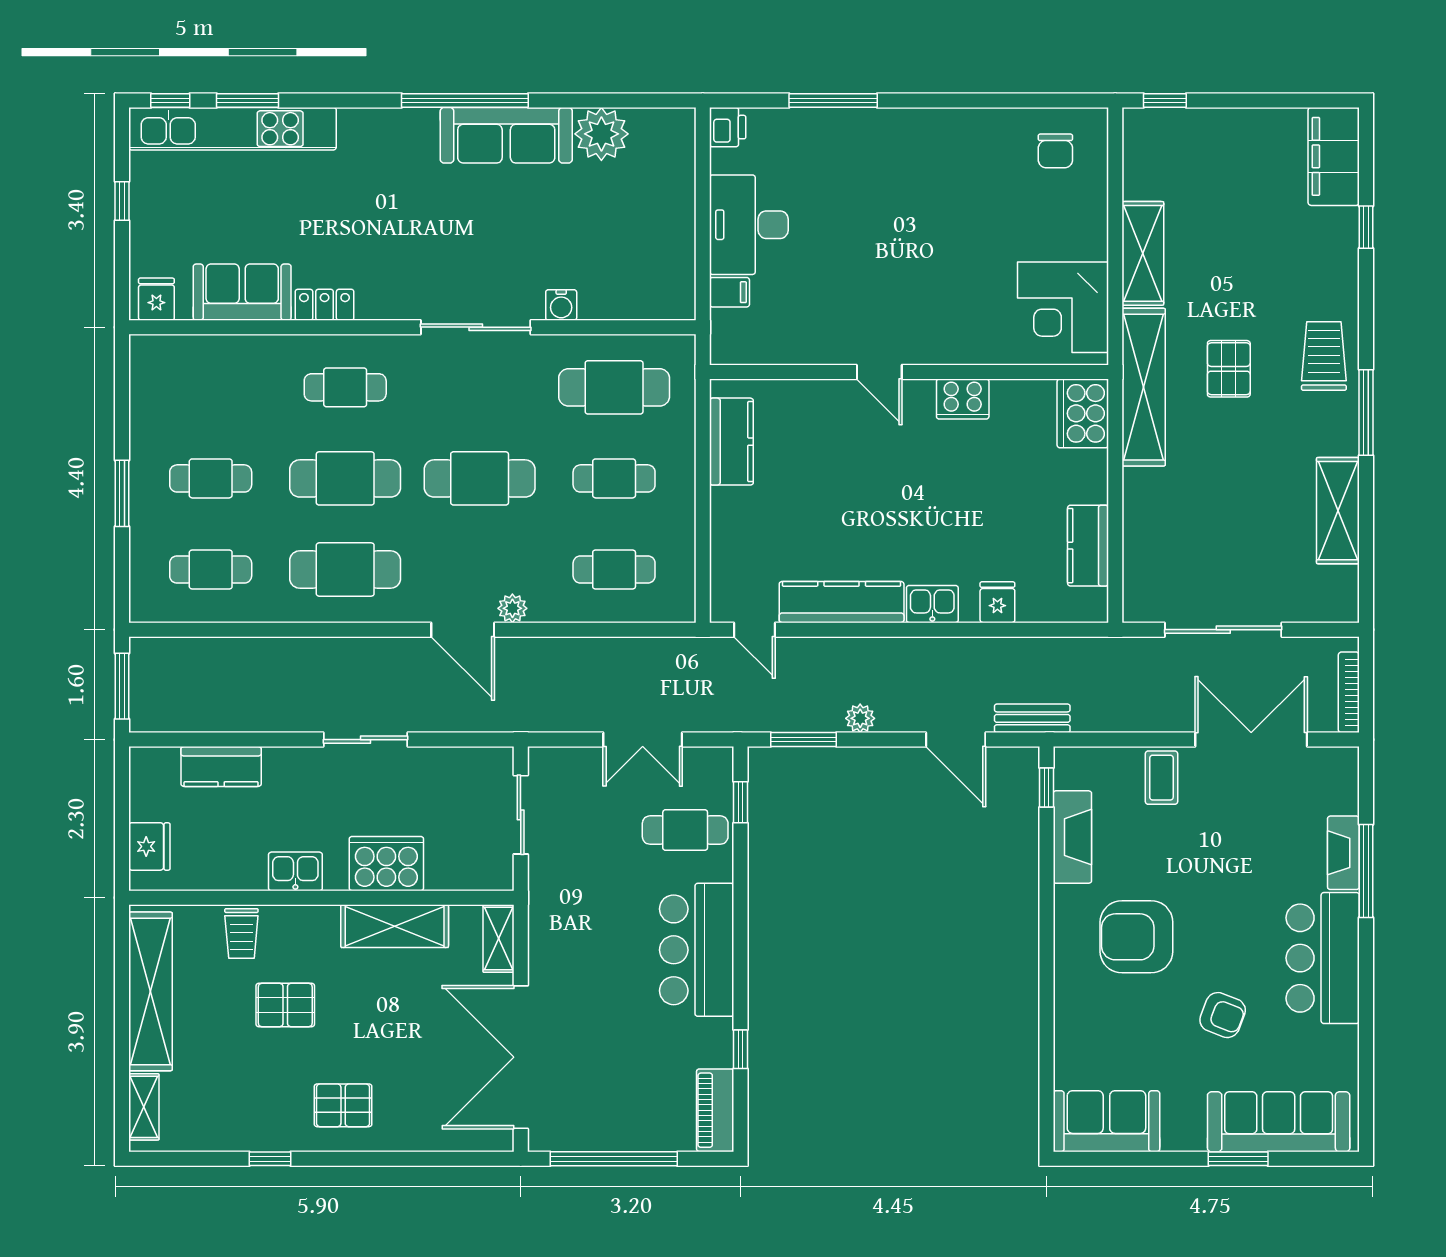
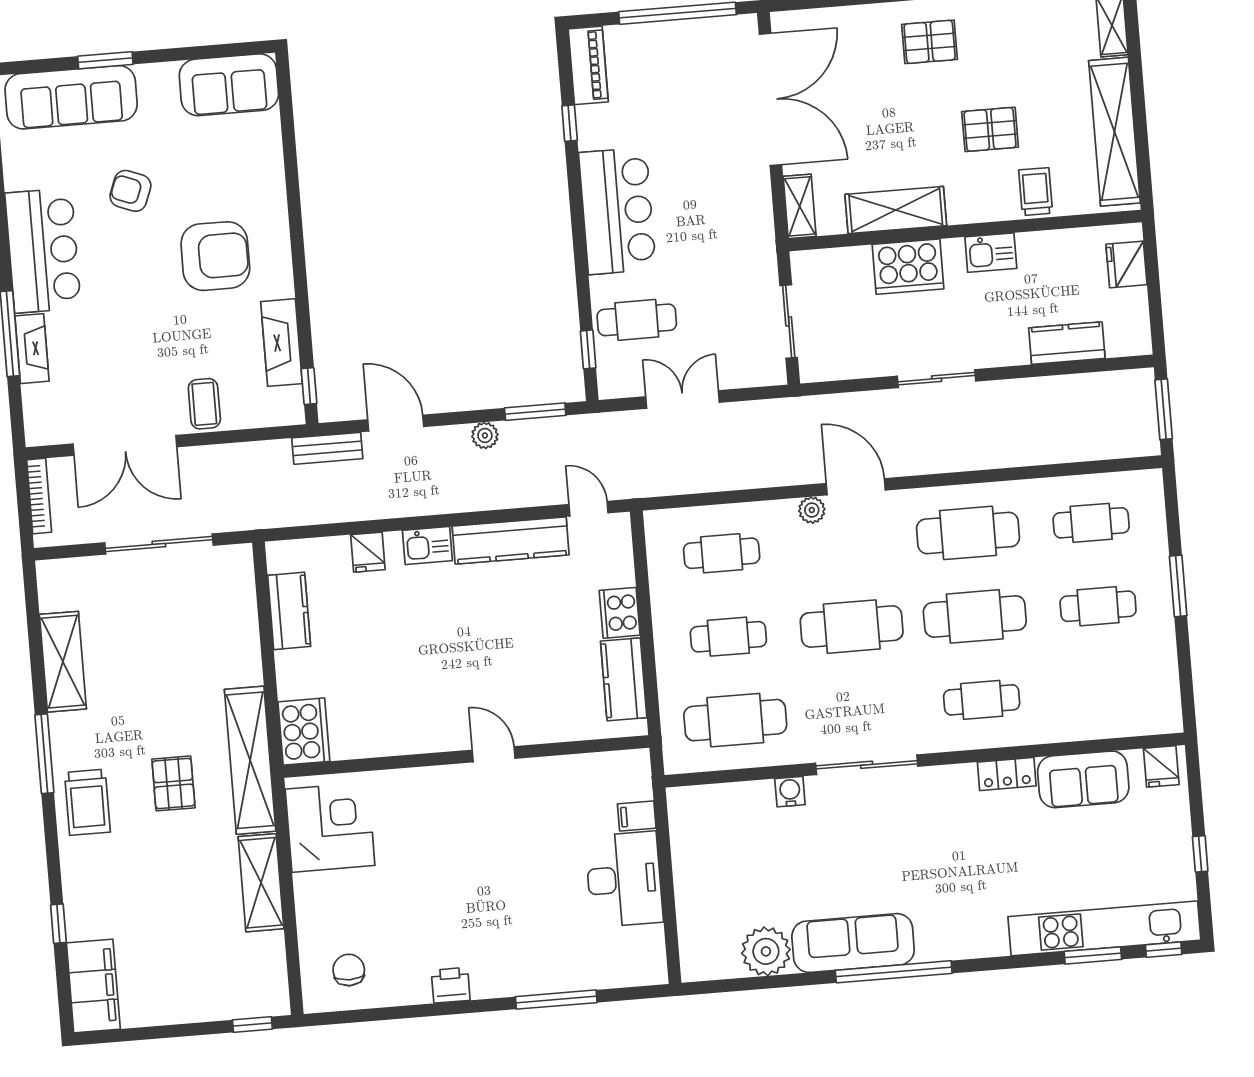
printer: (728, 127) -> (451, 985), moved, turned 90
cooker: (963, 399) -> (620, 613), moved, turned -90

